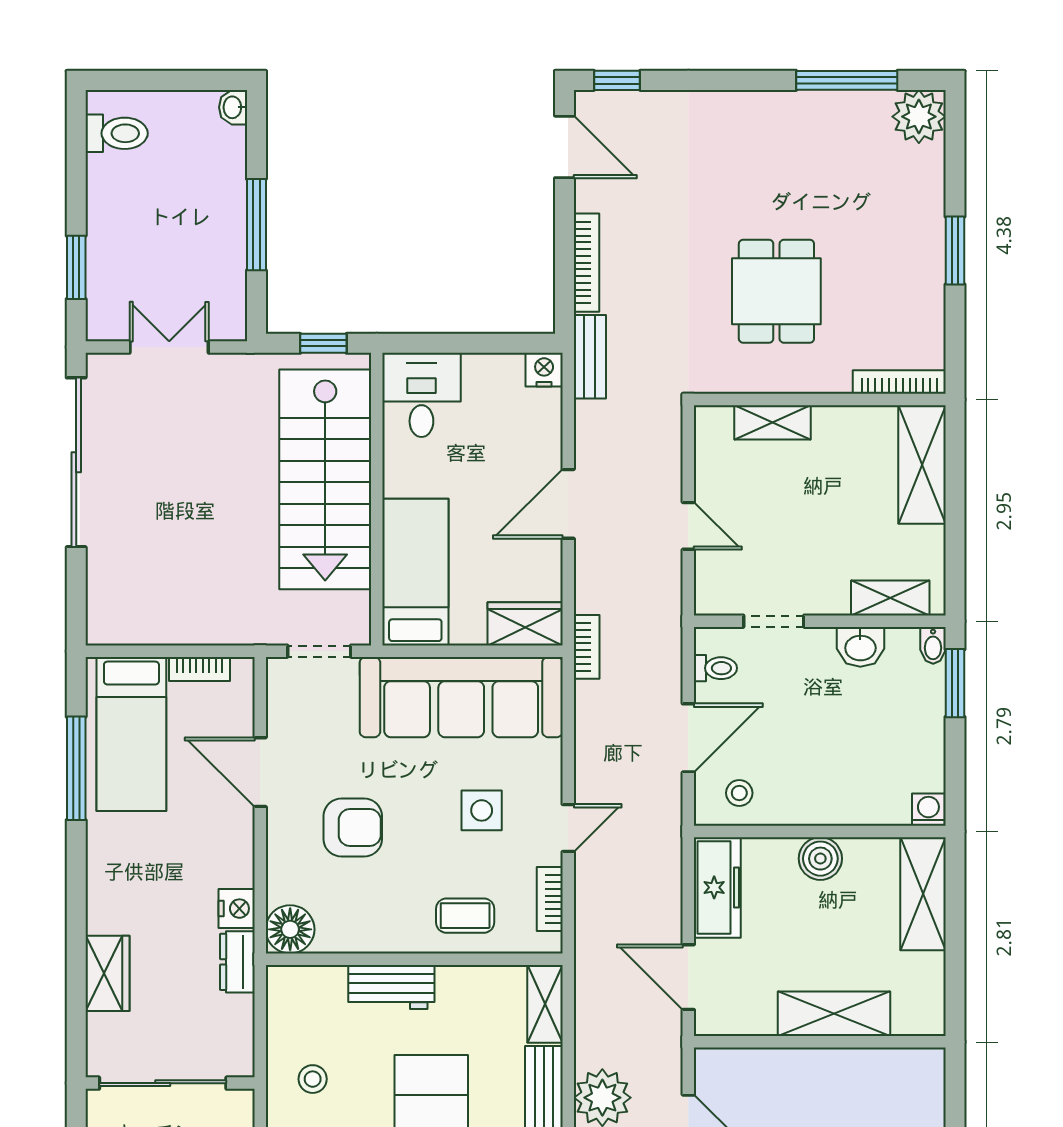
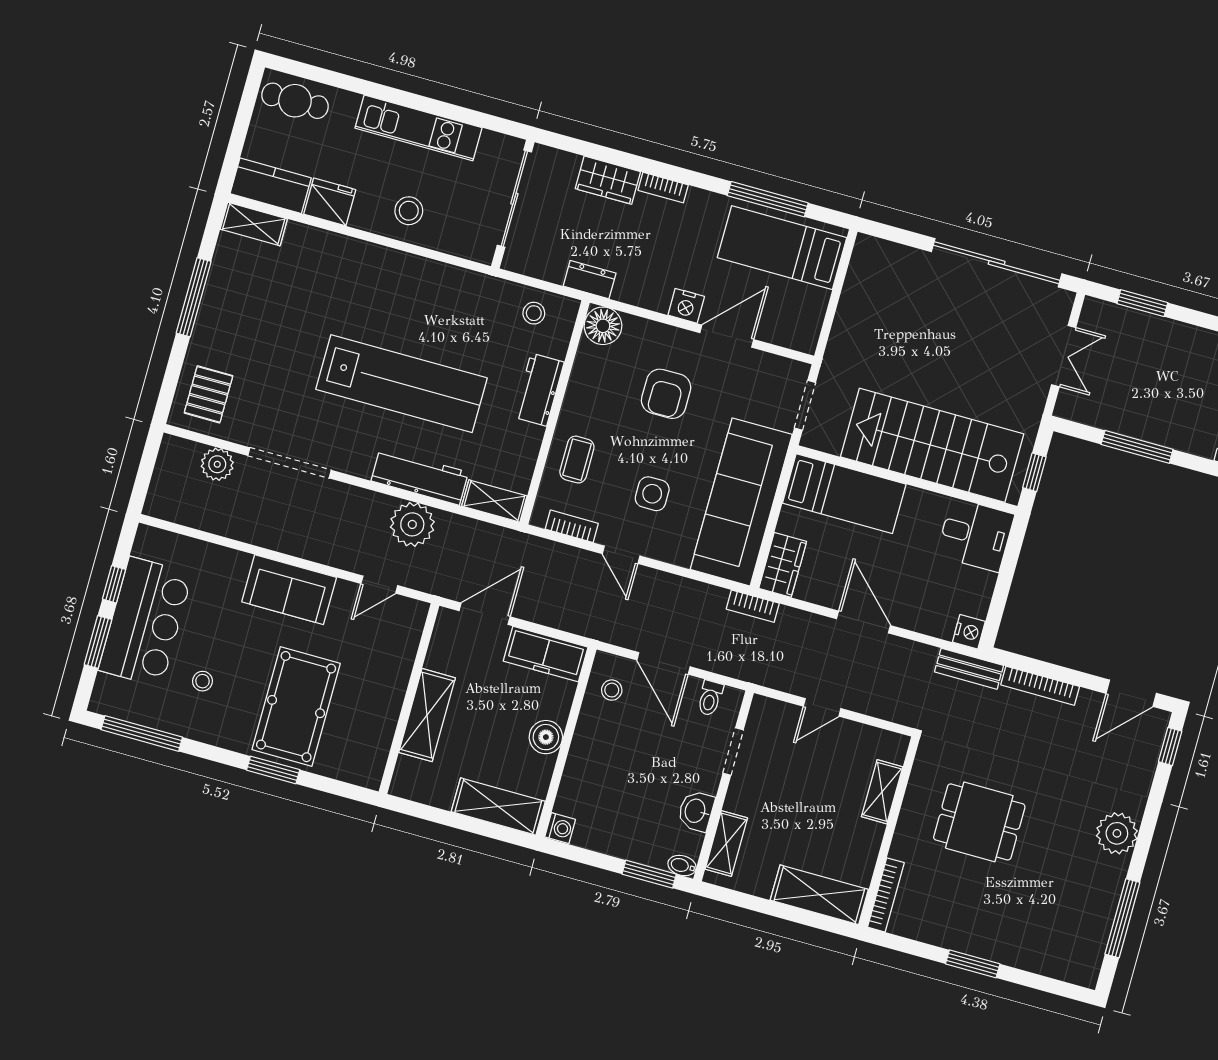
plant: (919, 117) -> (1117, 833), moved
bookcase: (199, 669) -> (663, 188), moved, turned -90
nightstand: (237, 909) -> (686, 306), moved
stool: (313, 1079) -> (534, 313), moved

